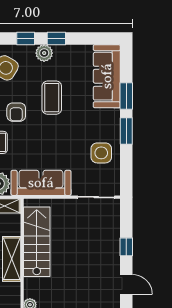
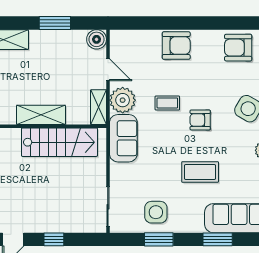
coffee table: (52, 98) -> (200, 172), moved
window: (126, 131) -> (159, 239), moved
sofa: (41, 183) -> (123, 138), width x0.73

